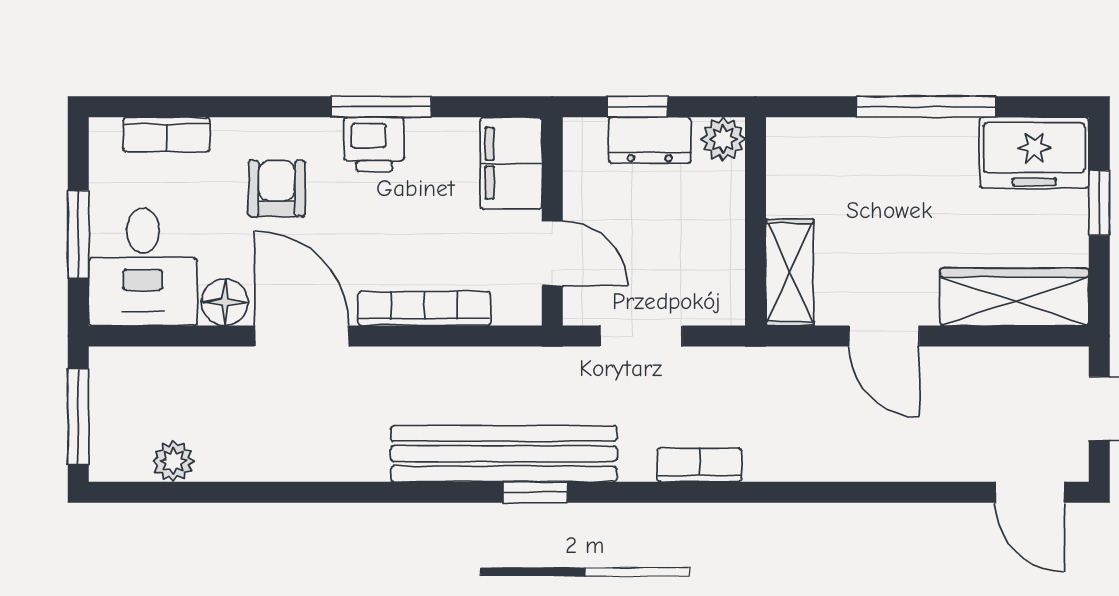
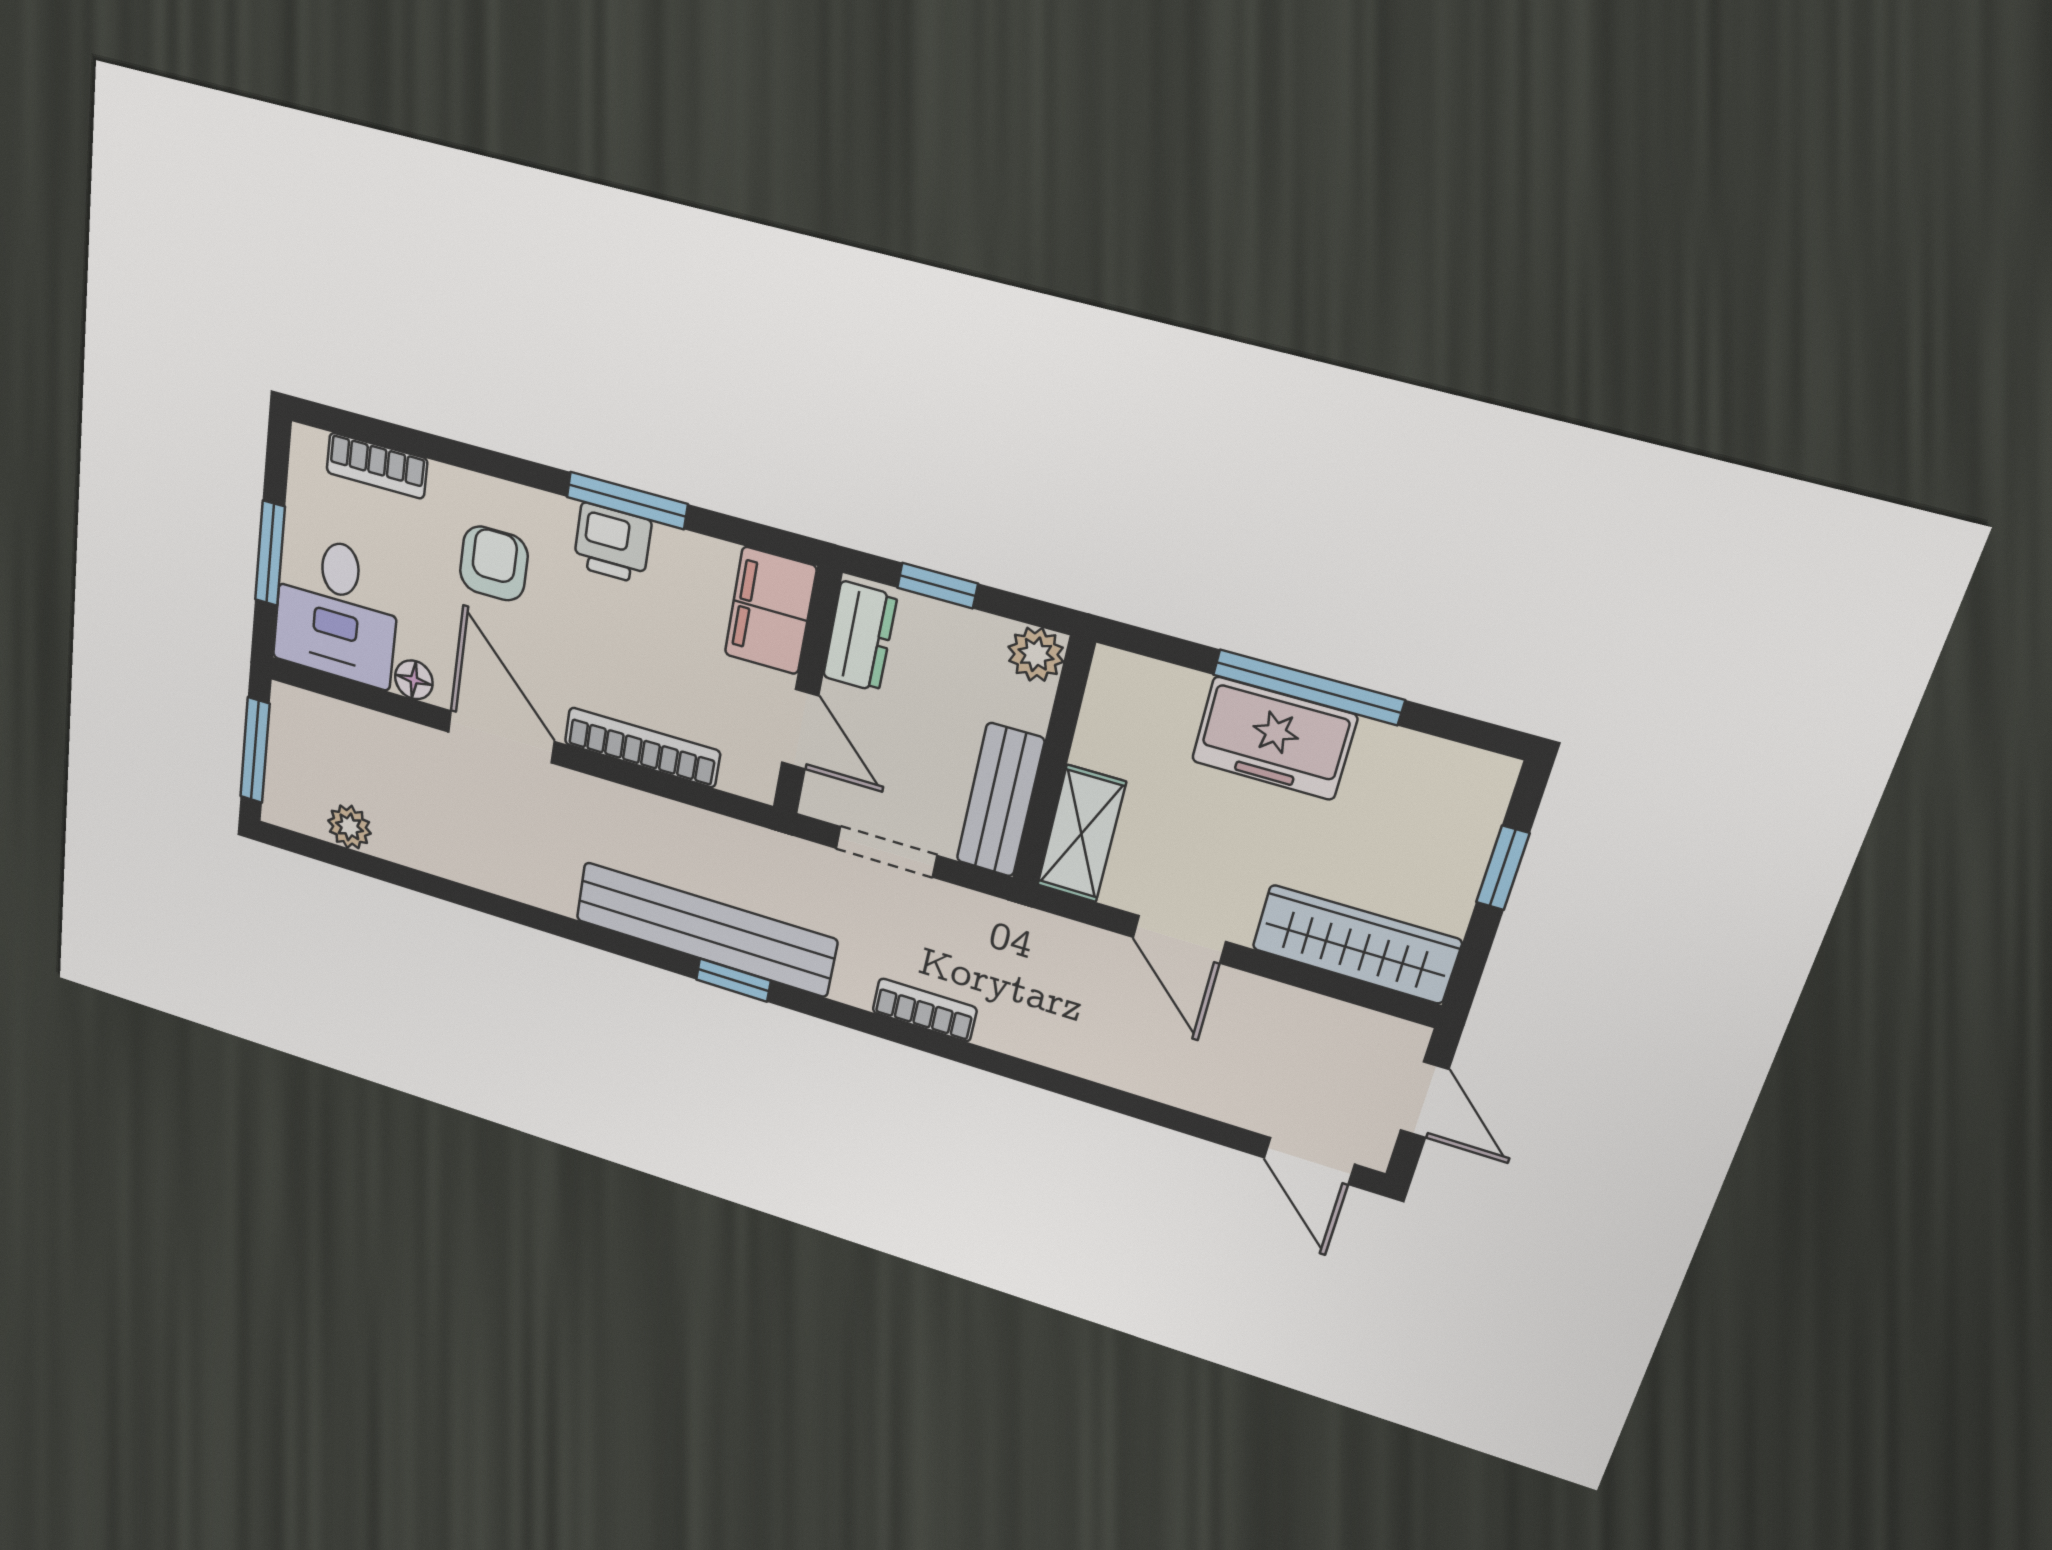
dresser: (650, 140) -> (860, 637), moved, turned -90
freezer: (1034, 153) -> (1274, 738), moved
bench: (722, 264) -> (1000, 800), added
floor lamp: (225, 302) -> (414, 680), width x0.73, depth x0.73

